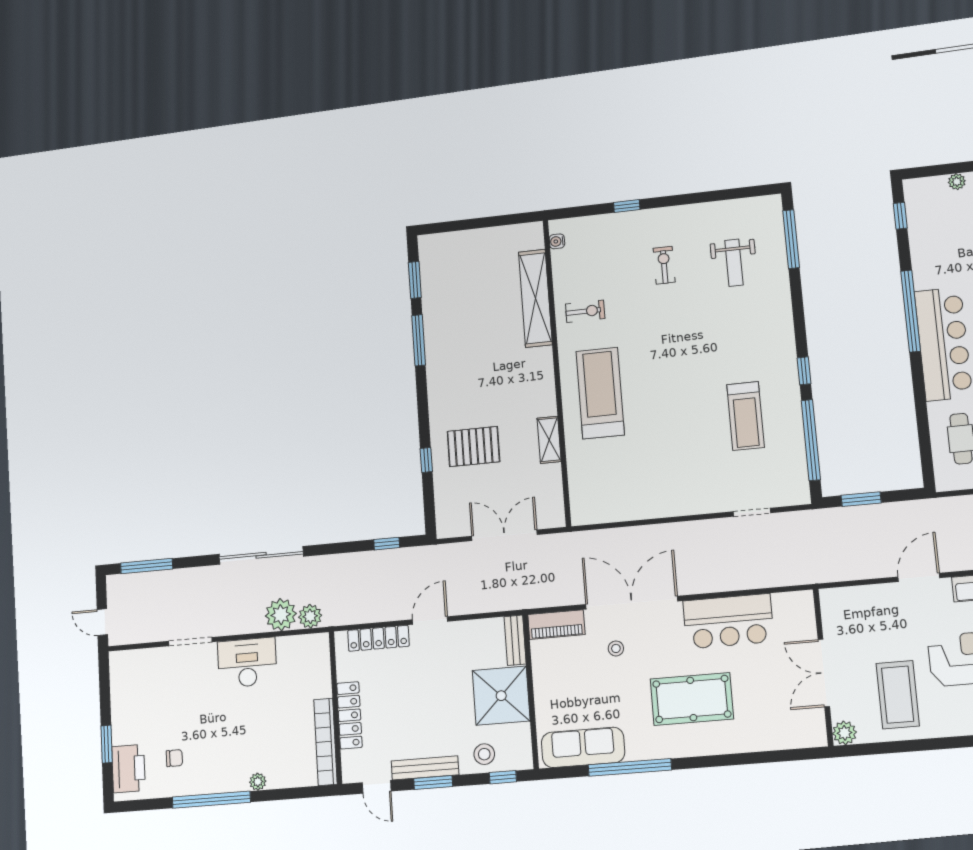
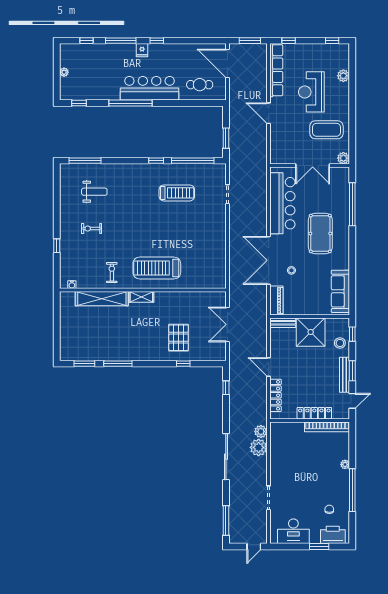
shelving: (549, 440) -> (141, 297), moved
bar counter: (728, 621) -> (282, 203), width x1.36
desk: (247, 663) -> (293, 531), moved, turned -90
window: (630, 767) -> (352, 204), moved

